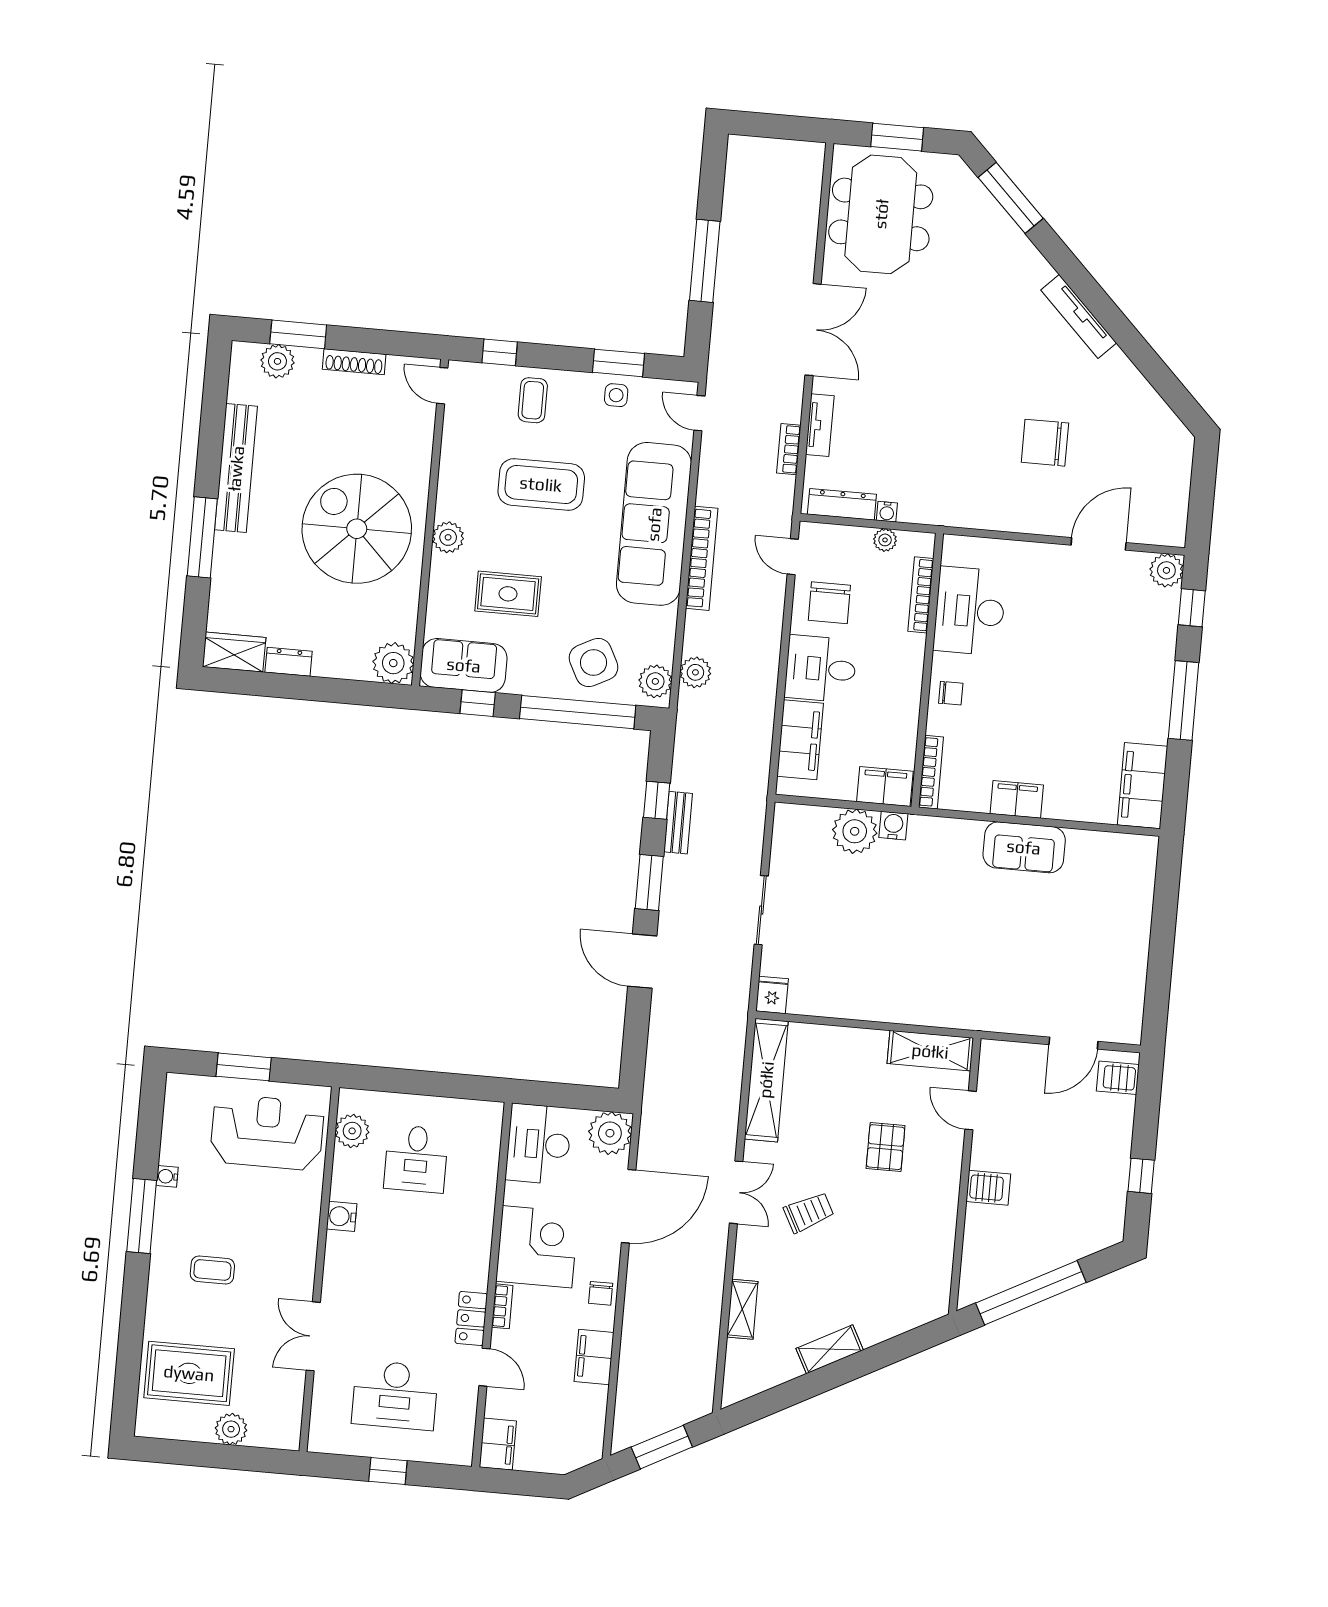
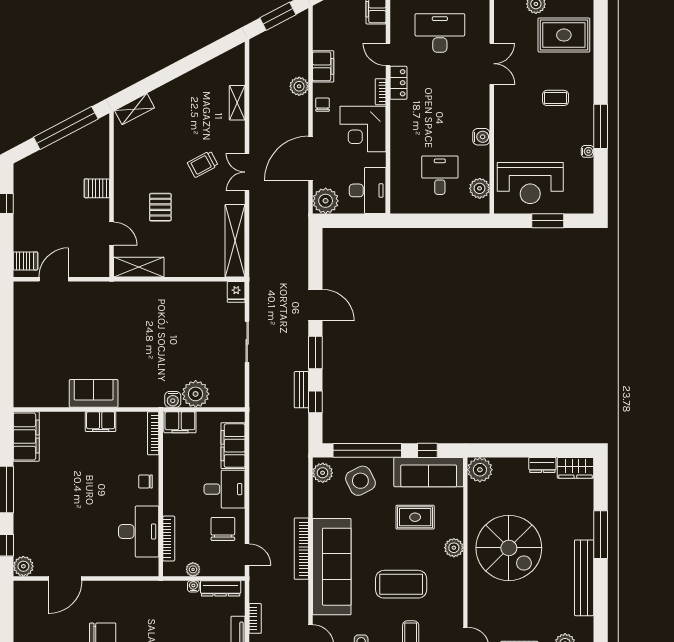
sofa: (464, 665) -> (429, 472), width x1.36
plant: (695, 672) -> (299, 86), moved
shelving: (830, 1349) -> (135, 109), moved

